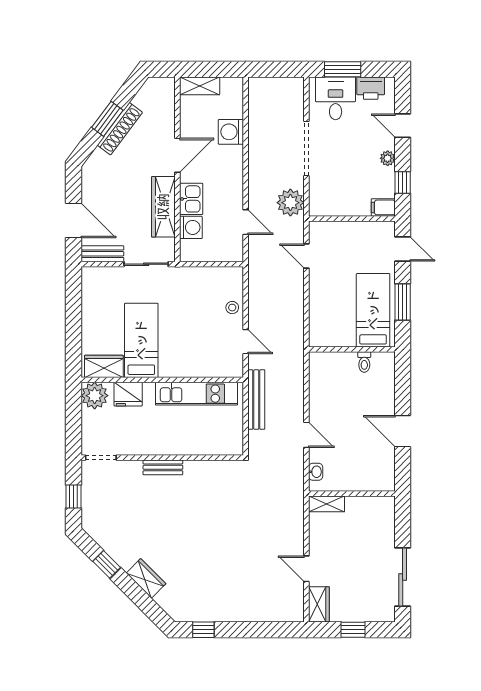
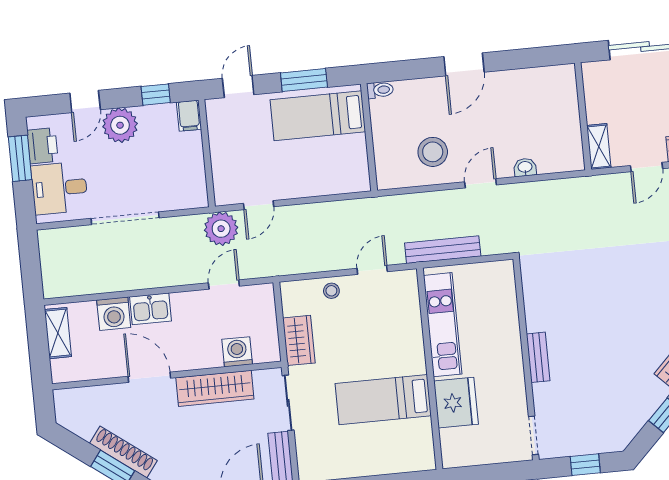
window: (343, 69) -> (20, 158), moved
shelving: (200, 86) -> (58, 333), moved
plant: (388, 158) -> (120, 125), width x1.88, depth x1.88
kitchen sink: (191, 199) -> (150, 309), moved, turned 180
plant: (290, 203) -> (221, 229), moved
toilet: (364, 362) -> (380, 90), moved
wardrobe: (104, 366) -> (299, 340), moved, turned 180
fridge: (128, 394) -> (456, 403), width x1.36, depth x1.34
plant: (95, 396) -> (457, 451), removed
stool: (335, 399) -> (433, 152), added
wall: (352, 494) -> (583, 116), moved
shelving: (326, 504) -> (599, 146), moved

